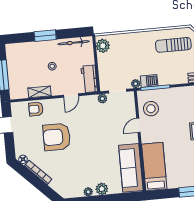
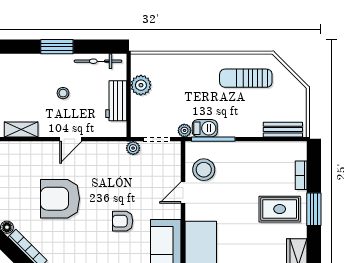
plant: (103, 46) -> (141, 85), moved
workbench: (89, 79) -> (116, 101), moved
shelving: (40, 92) -> (21, 129), moved
door: (71, 95) -> (71, 139), moved
armchair: (36, 109) -> (123, 221), moved

